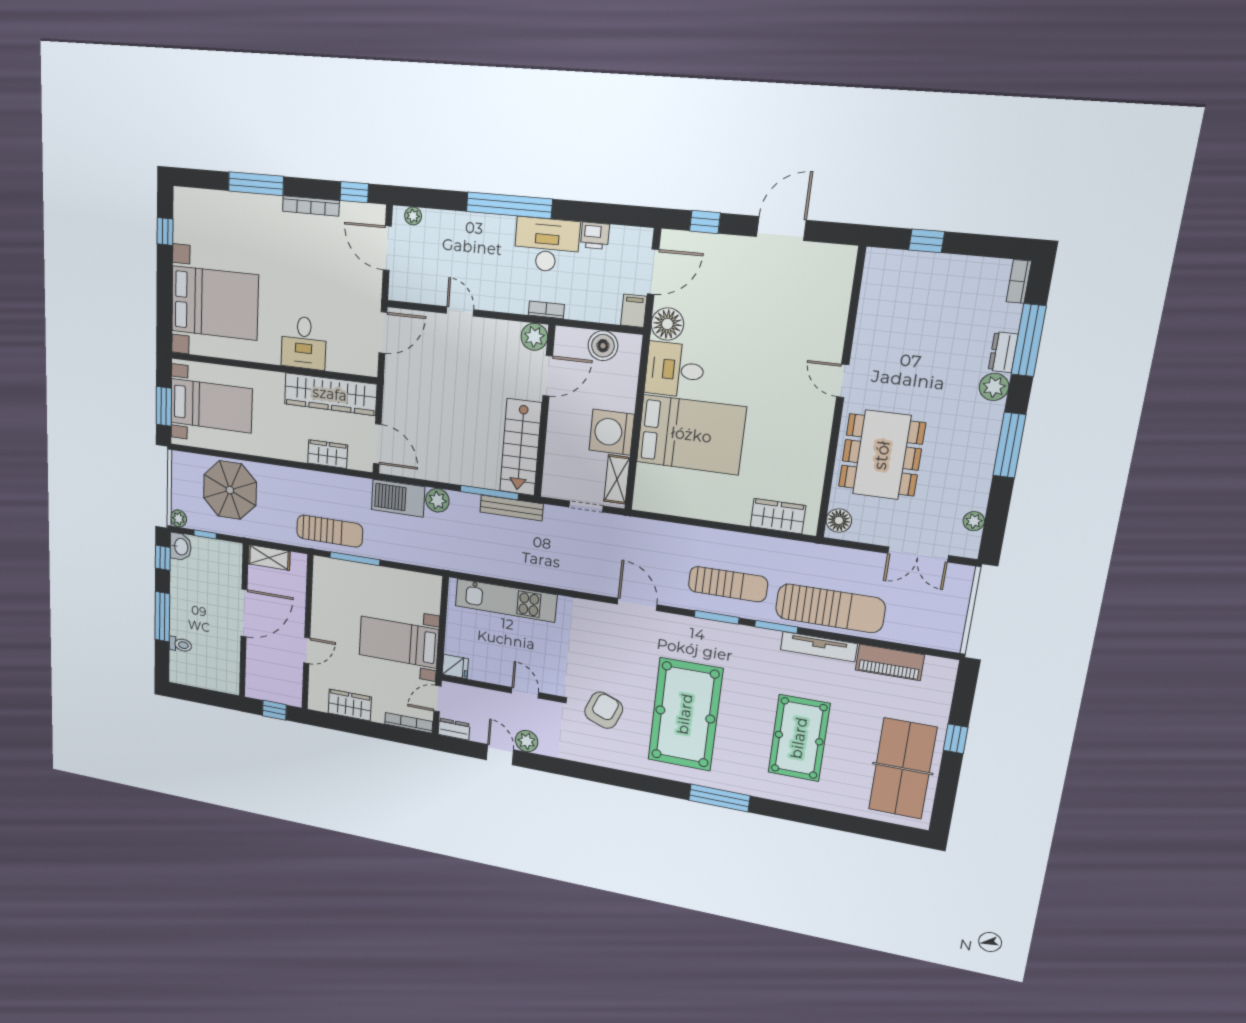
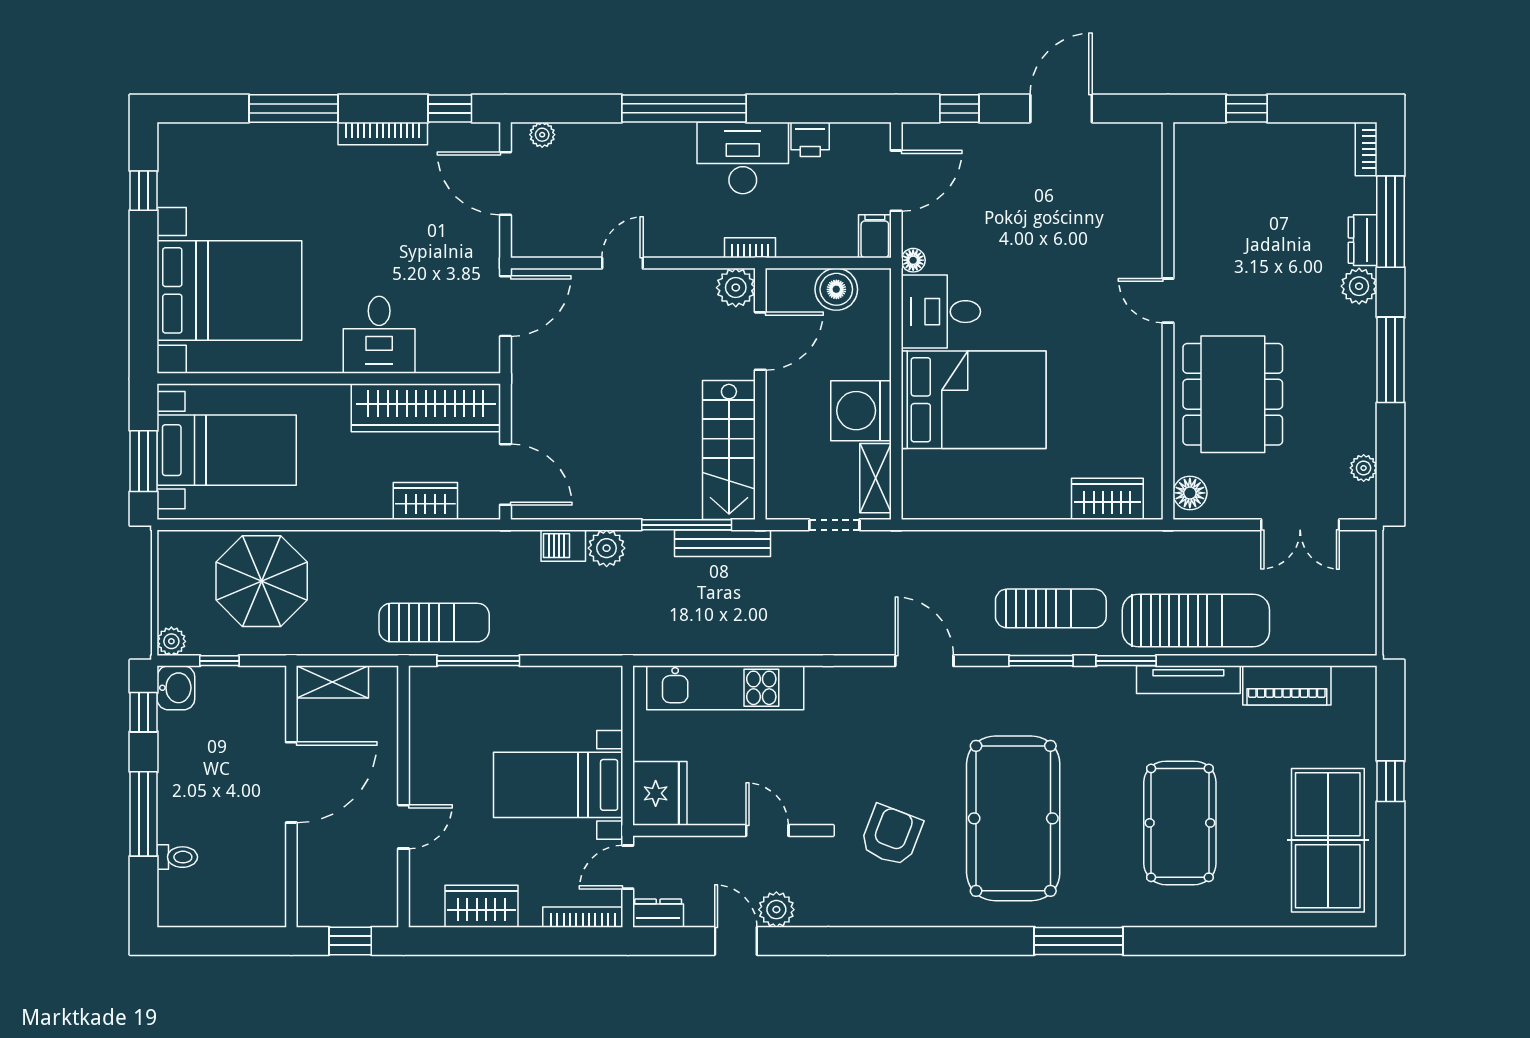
door: (460, 311) -> (622, 263), hinge flipped
floor lamp: (667, 324) -> (913, 260), width x0.53, depth x0.53
barbecue: (398, 498) -> (563, 546), width x0.53, depth x0.65
fridge: (455, 667) -> (660, 793), width x1.88, depth x1.34

